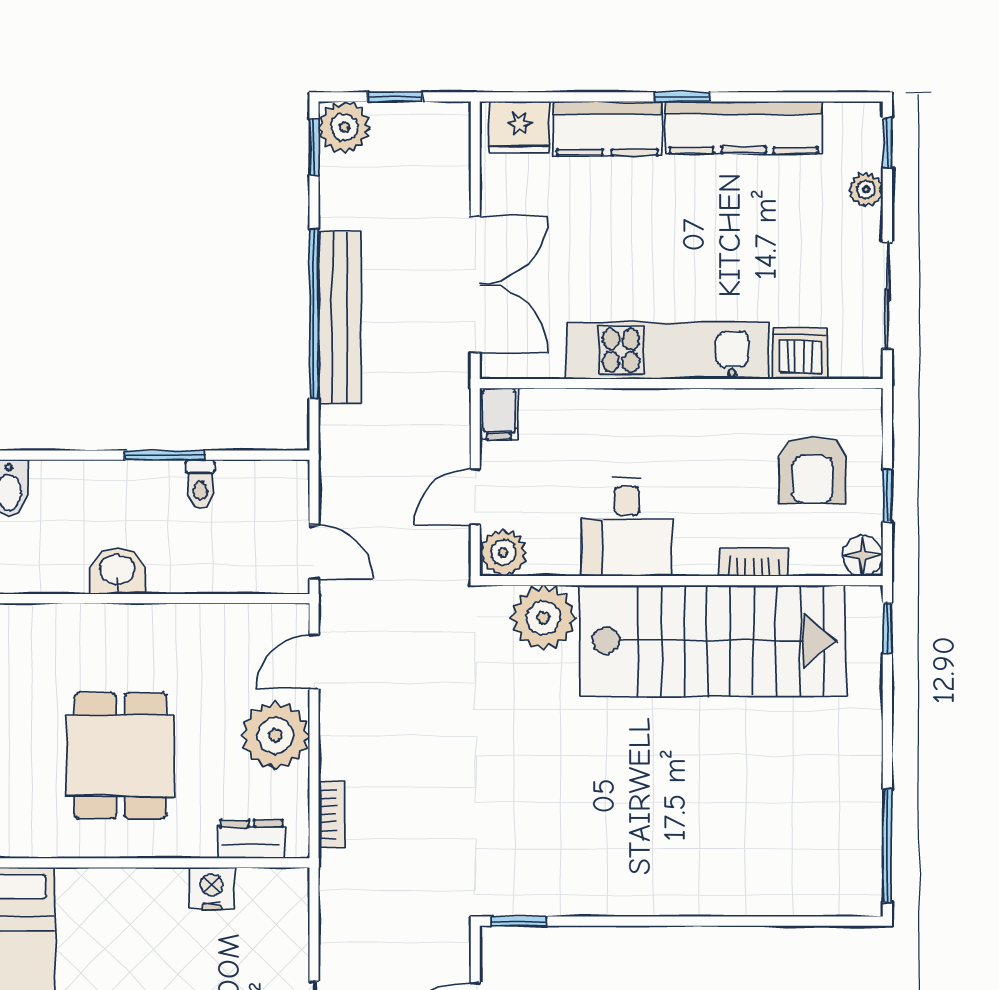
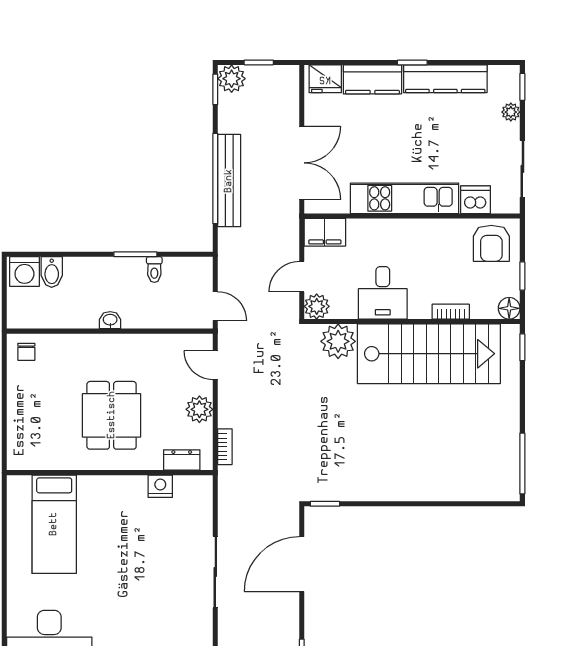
filing cabinet: (499, 414) -> (325, 232), width x2.00
armchair: (813, 470) -> (491, 243), moved
washbasin: (117, 571) -> (110, 320), width x0.72, depth x0.69
door: (314, 662) -> (215, 365), hinge flipped
plant: (275, 735) -> (199, 409), width x0.73, depth x0.73

